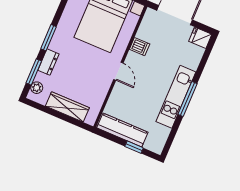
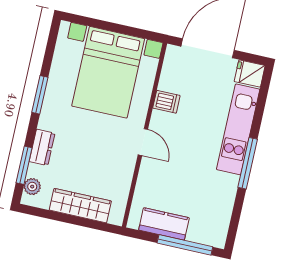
window: (48, 38) -> (40, 95), moved
kitchen unit: (176, 97) -> (238, 129), moved
kitchen counter: (122, 130) -> (164, 224), width x0.67
window: (134, 147) -> (185, 245), width x2.17

